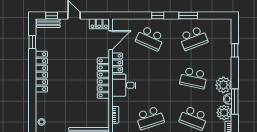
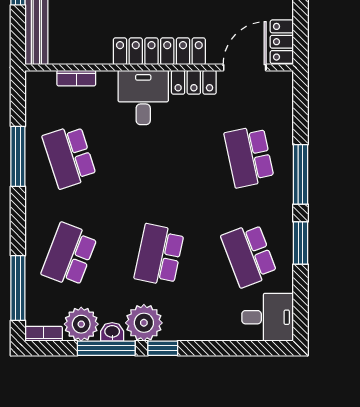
window: (158, 16) -> (301, 174), width x2.17
desk: (221, 30) -> (268, 317), added
school desk: (150, 38) -> (249, 157), turned -36
door: (111, 40) -> (245, 68), swing flipped
window: (235, 50) -> (163, 348), moved

